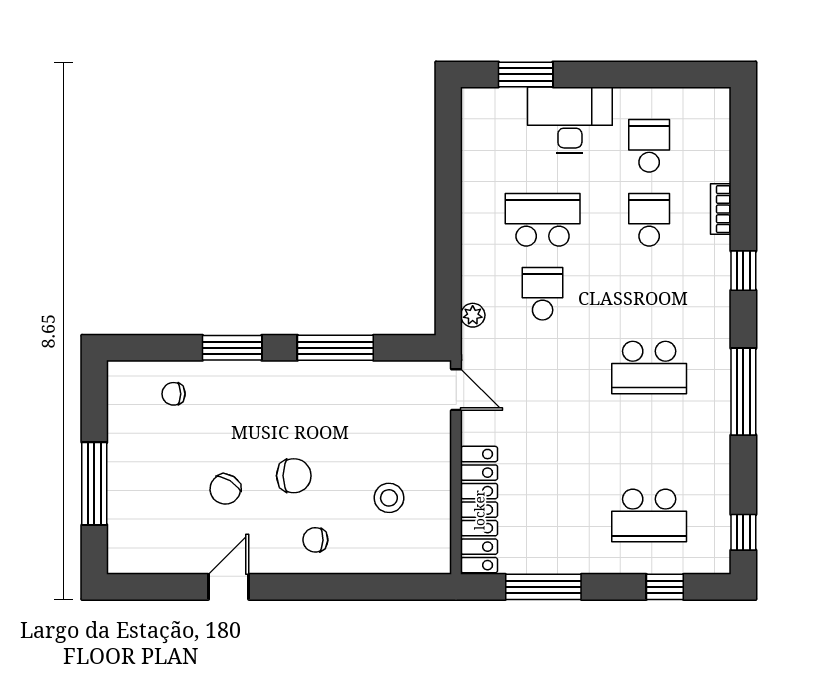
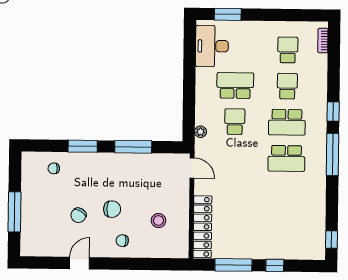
desk: (570, 120) -> (212, 46), moved, turned -90
bookcase: (721, 209) -> (323, 41), moved
window: (743, 392) -> (333, 154), moved
school desk: (649, 515) -> (287, 122), moved
window: (665, 587) -> (275, 265), moved

